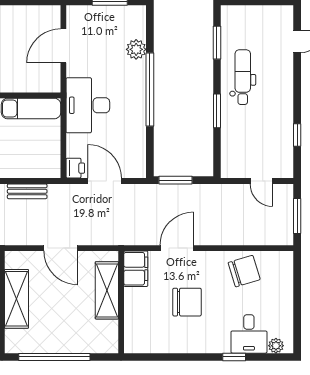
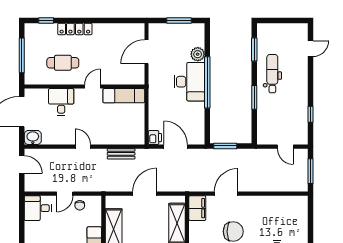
desk: (88, 105) -> (189, 82), moved, turned 180
door: (61, 248) -> (145, 194), swing flipped
chair: (244, 271) -> (273, 210), removed

